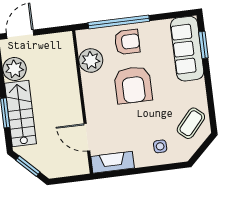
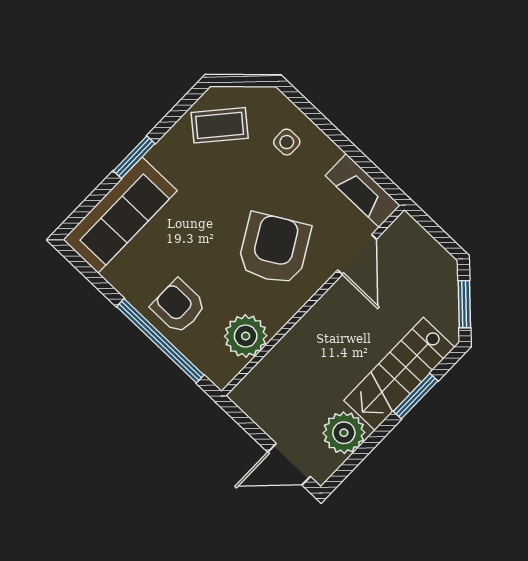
window: (203, 45) -> (134, 157), moved
armchair: (133, 85) -> (274, 249), moved, turned -30

